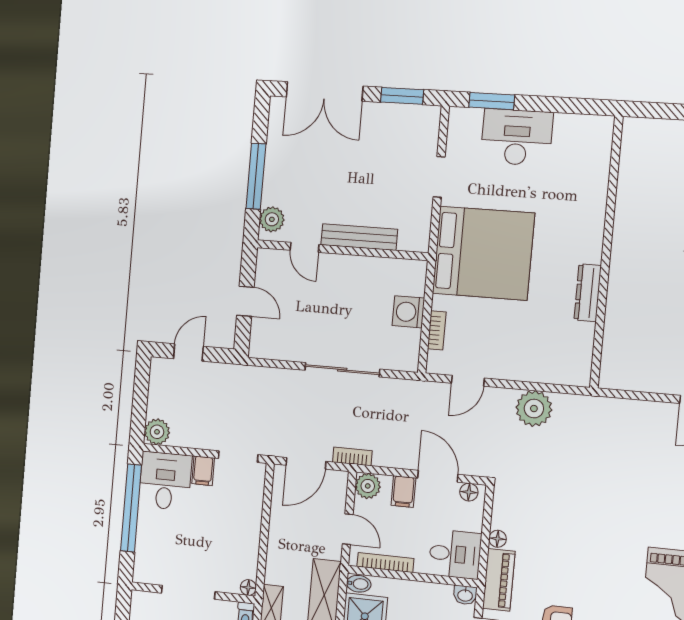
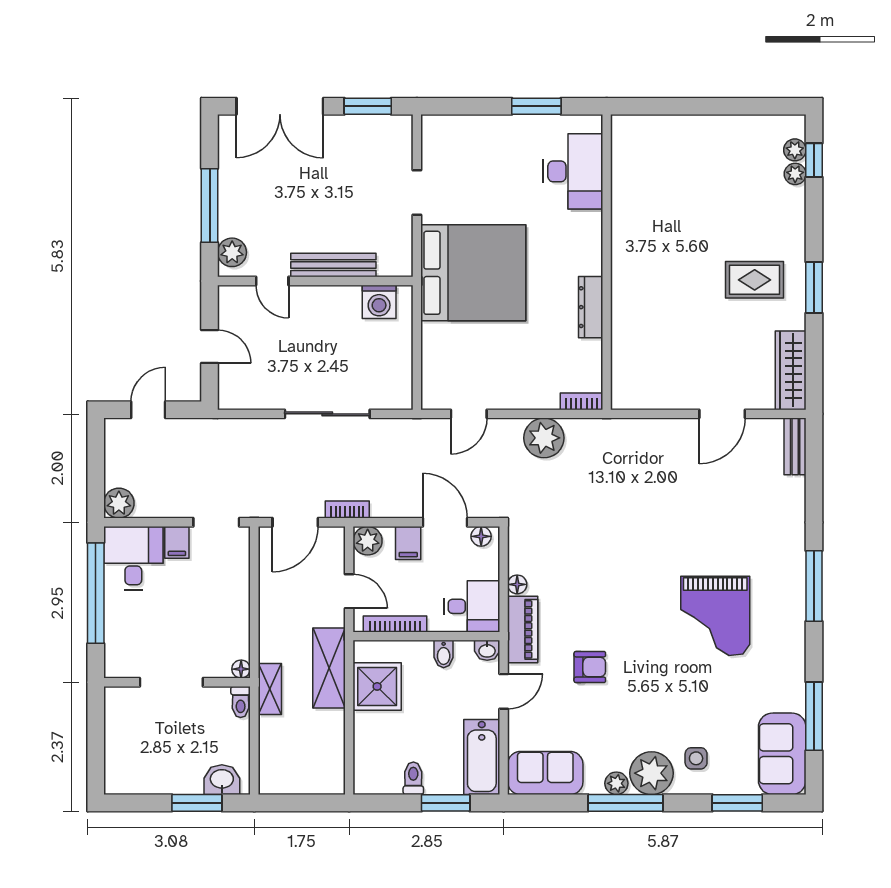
window: (492, 101) -> (536, 106), moved
desk: (517, 137) -> (573, 171), moved, turned 90
washing machine: (408, 312) -> (379, 302), moved, turned -90
bookcase: (437, 330) -> (581, 401), moved, turned -90
bidet: (359, 584) -> (444, 654), moved, turned 90

